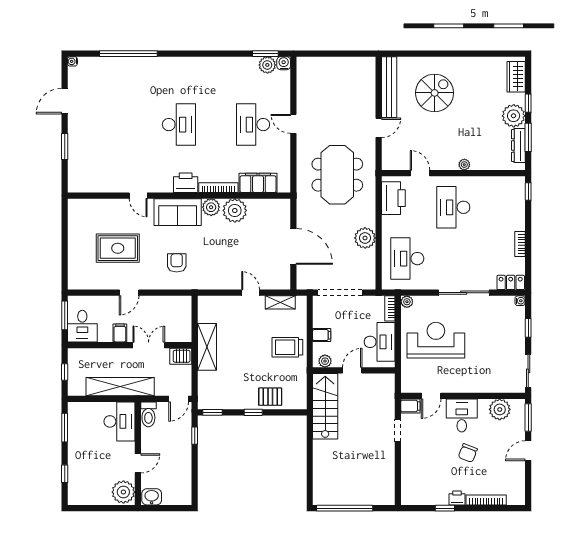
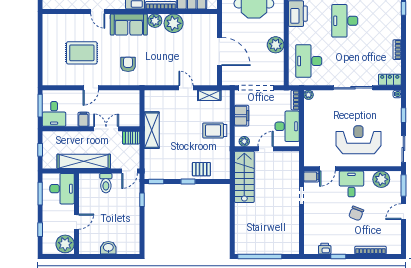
filing cabinet: (322, 335) -> (242, 116), width x2.00
reception desk: (436, 340) -> (358, 140), moved
desk: (119, 421) -> (62, 189), moved
wall: (138, 453) -> (76, 214), moved
door: (138, 463) -> (76, 222), moved
plant: (123, 492) -> (65, 244), moved
printer: (457, 498) -> (325, 249), moved

